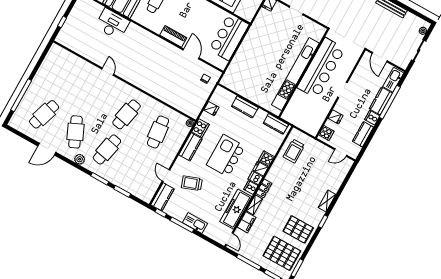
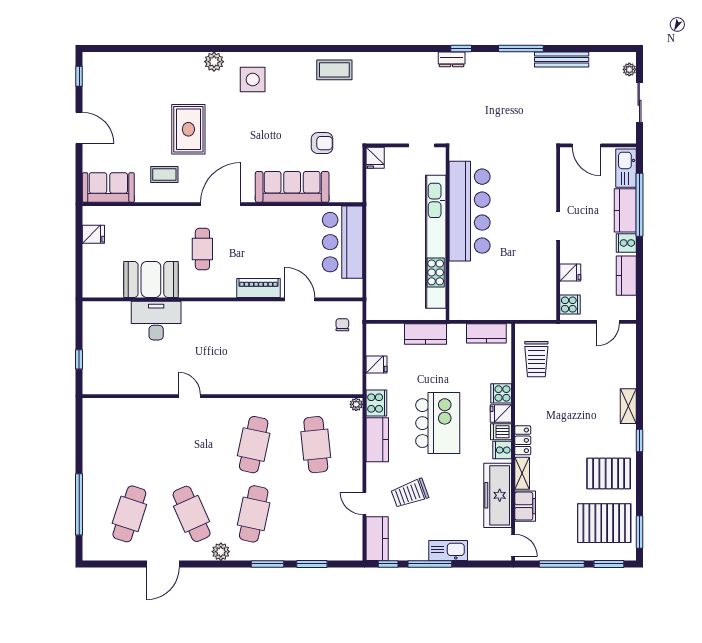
bar counter: (321, 68) -> (470, 211), moved
wall: (304, 73) -> (447, 234), moved
kitchen unit: (295, 74) -> (436, 242), moved
kitchen island: (226, 156) -> (438, 423), turned 180

